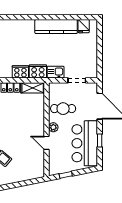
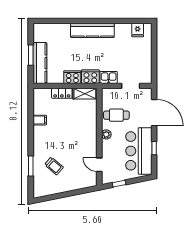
kitchen counter: (56, 27) -> (92, 30), moved
door: (46, 143) -> (99, 165), moved

